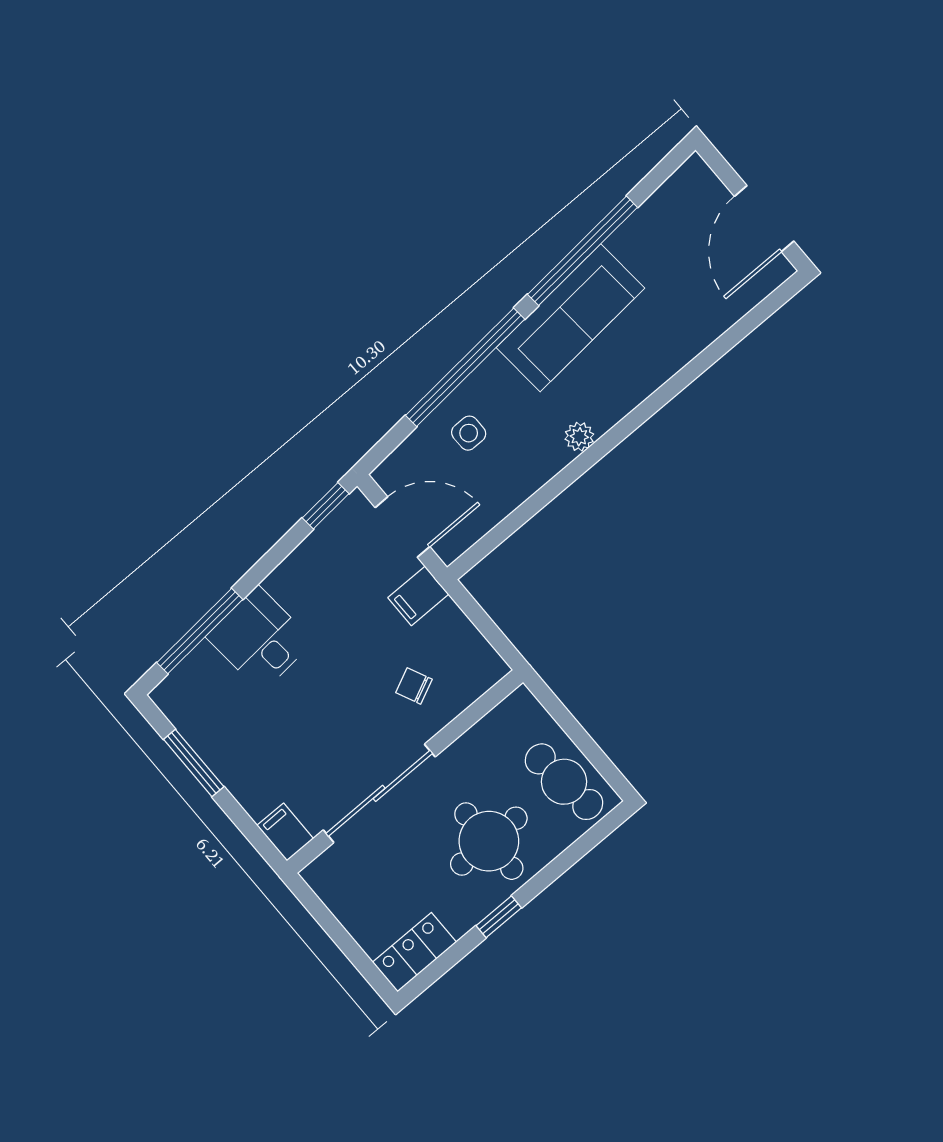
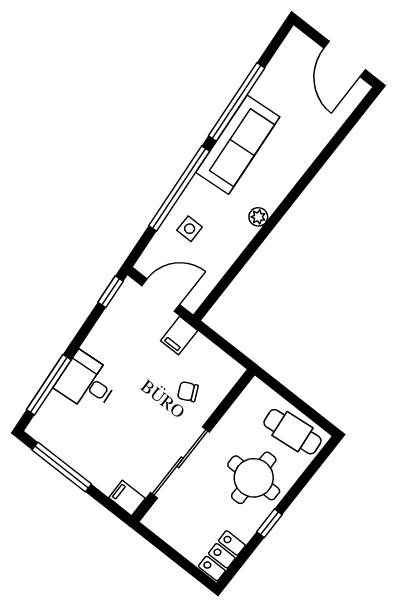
window: (194, 763) -> (62, 467), width x1.44

